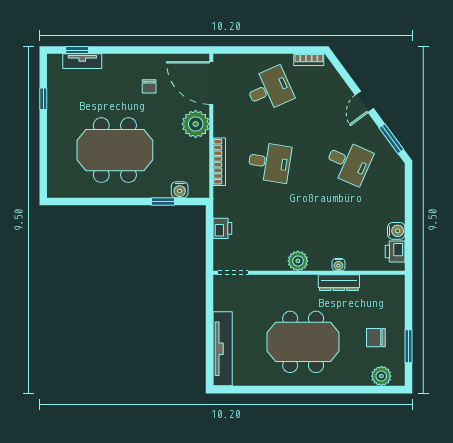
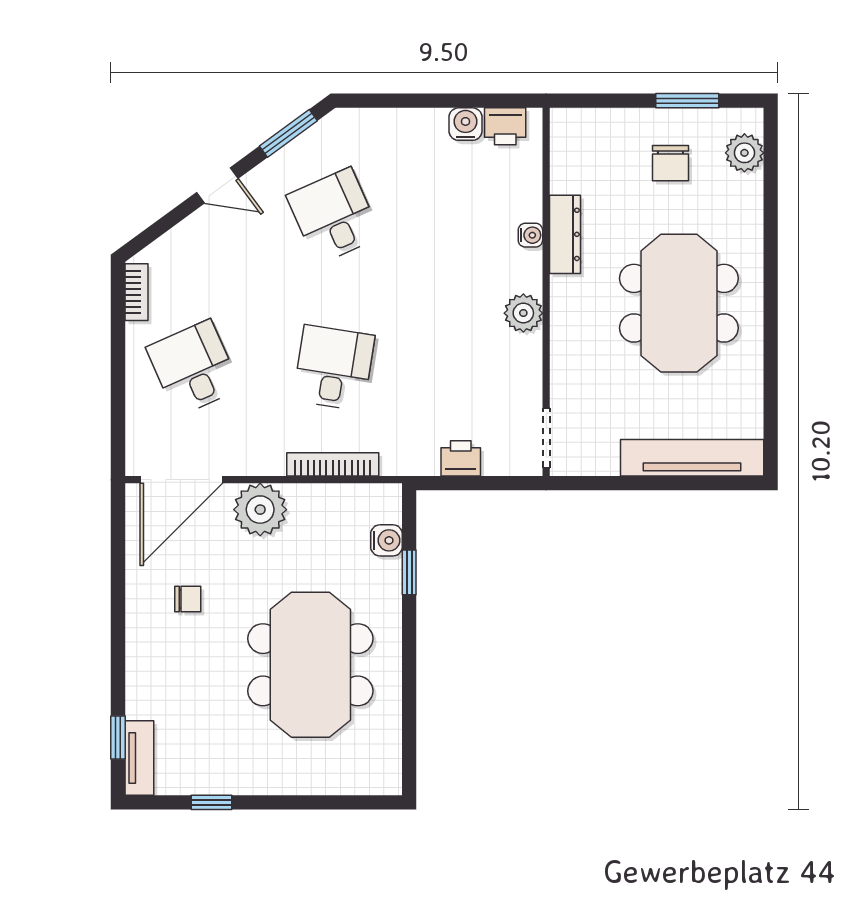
tv unit: (82, 61) -> (139, 758), moved
desk: (348, 162) -> (334, 216), turned -48

